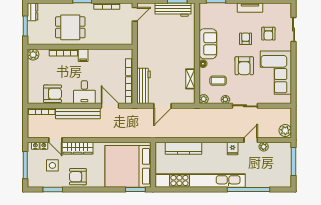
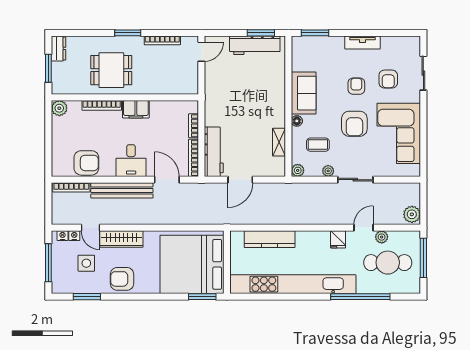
filing cabinet: (83, 55) -> (136, 109), width x2.00
cafe table: (268, 165) -> (388, 263), added

